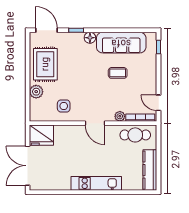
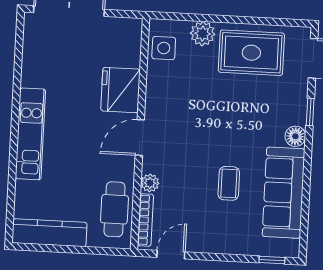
side table: (64, 106) -> (164, 48), moved
fridge: (41, 135) -> (120, 90), moved

